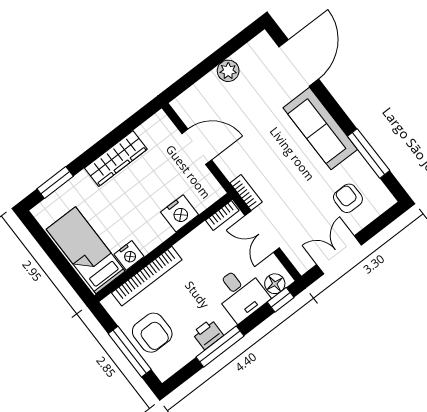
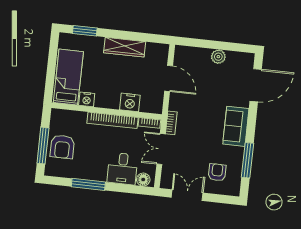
sofa: (320, 129) -> (236, 126), width x0.73
bookcase: (147, 276) -> (112, 120), moved
window: (281, 300) -> (139, 190), removed
printer: (208, 334) -> (88, 173), removed

